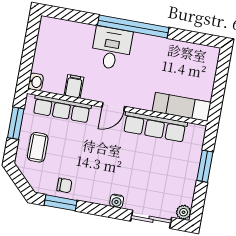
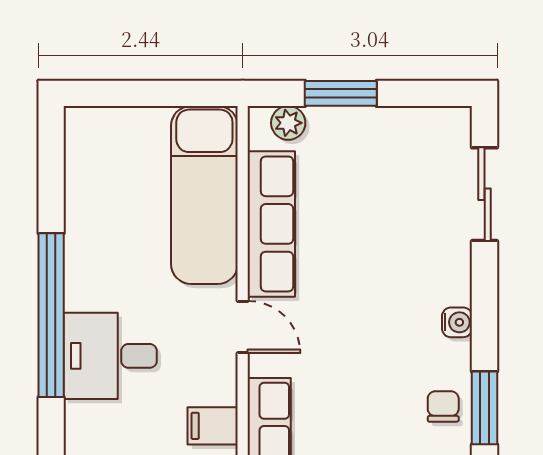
exam couch: (182, 107) -> (204, 195), width x1.36, depth x1.45
water cooler: (117, 201) -> (457, 322), moved
plant: (184, 212) -> (288, 123), moved

